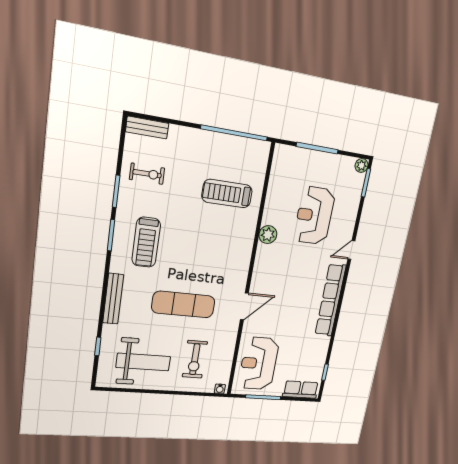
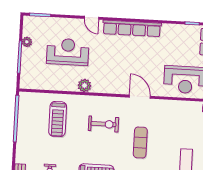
plant: (361, 165) -> (27, 42), moved
reception desk: (314, 216) -> (68, 52), turned 180
exercise mat: (183, 305) -> (140, 142), width x0.73, depth x0.69
exercise bike: (195, 359) -> (103, 124), moved

